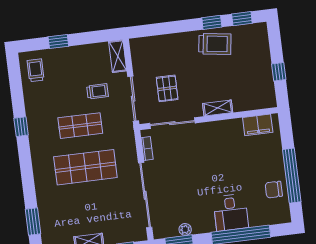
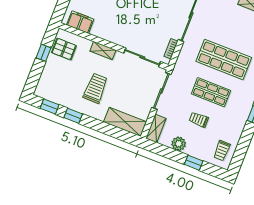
trolley: (215, 44) -> (95, 88), moved, turned 82
shelving: (154, 45) -> (125, 122), added
plant: (85, 53) -> (179, 144), added
pallet: (167, 88) -> (64, 49), moved, turned 90
trolley: (97, 91) -> (199, 120), moved

